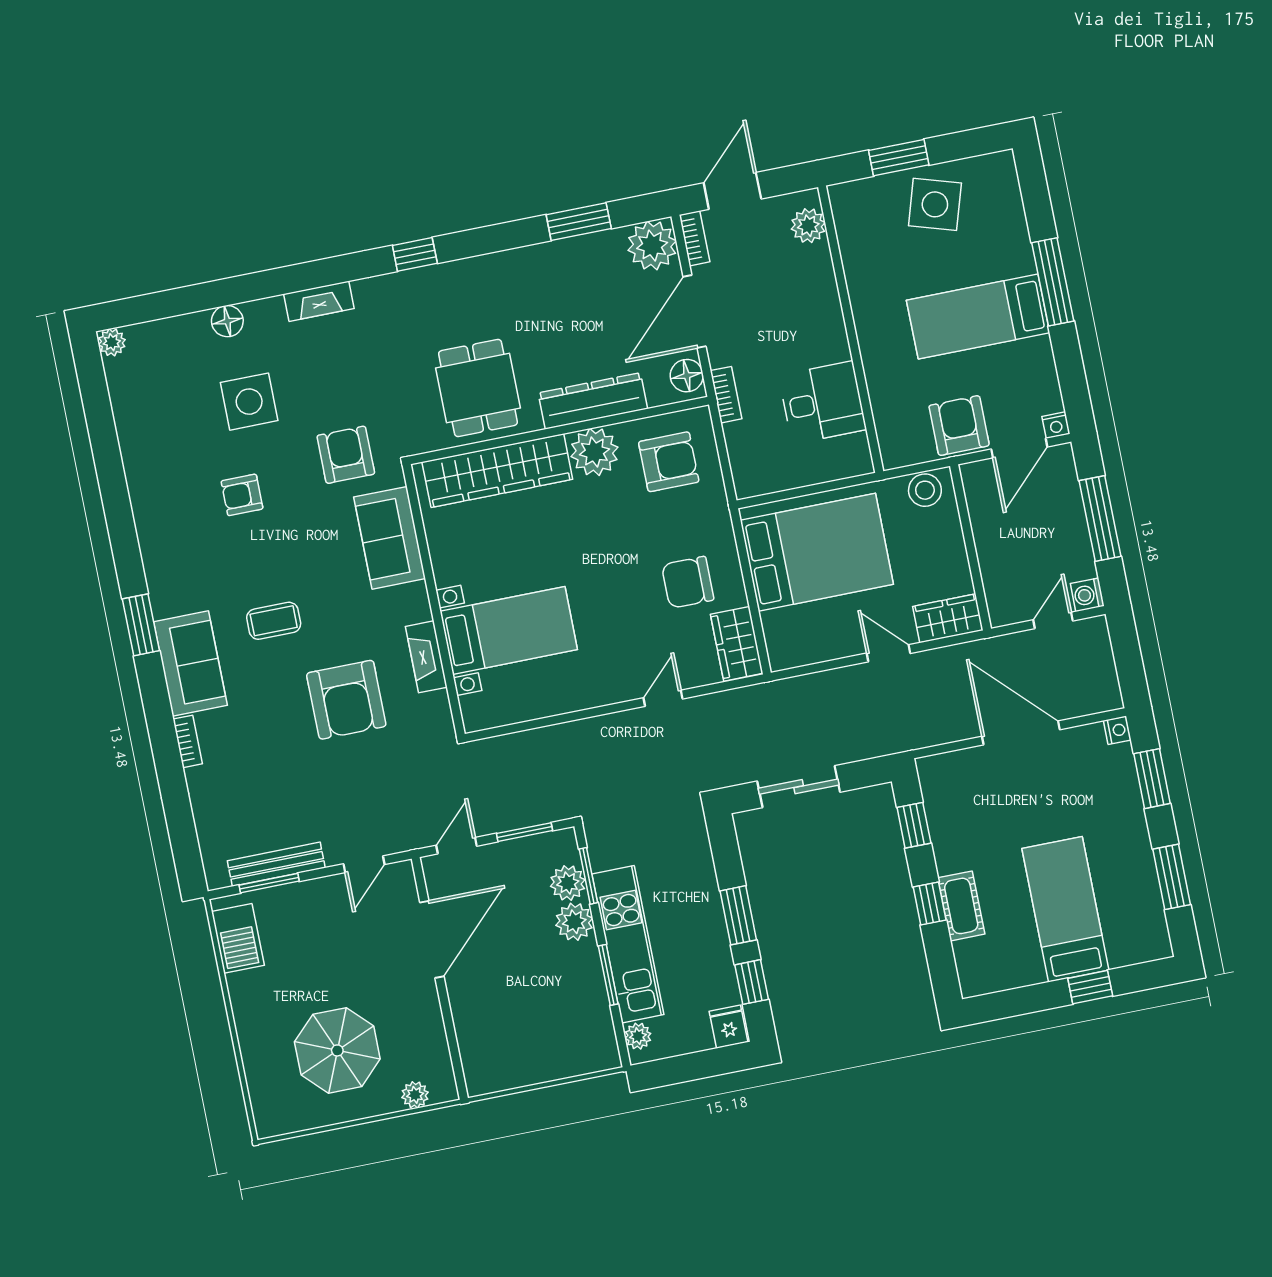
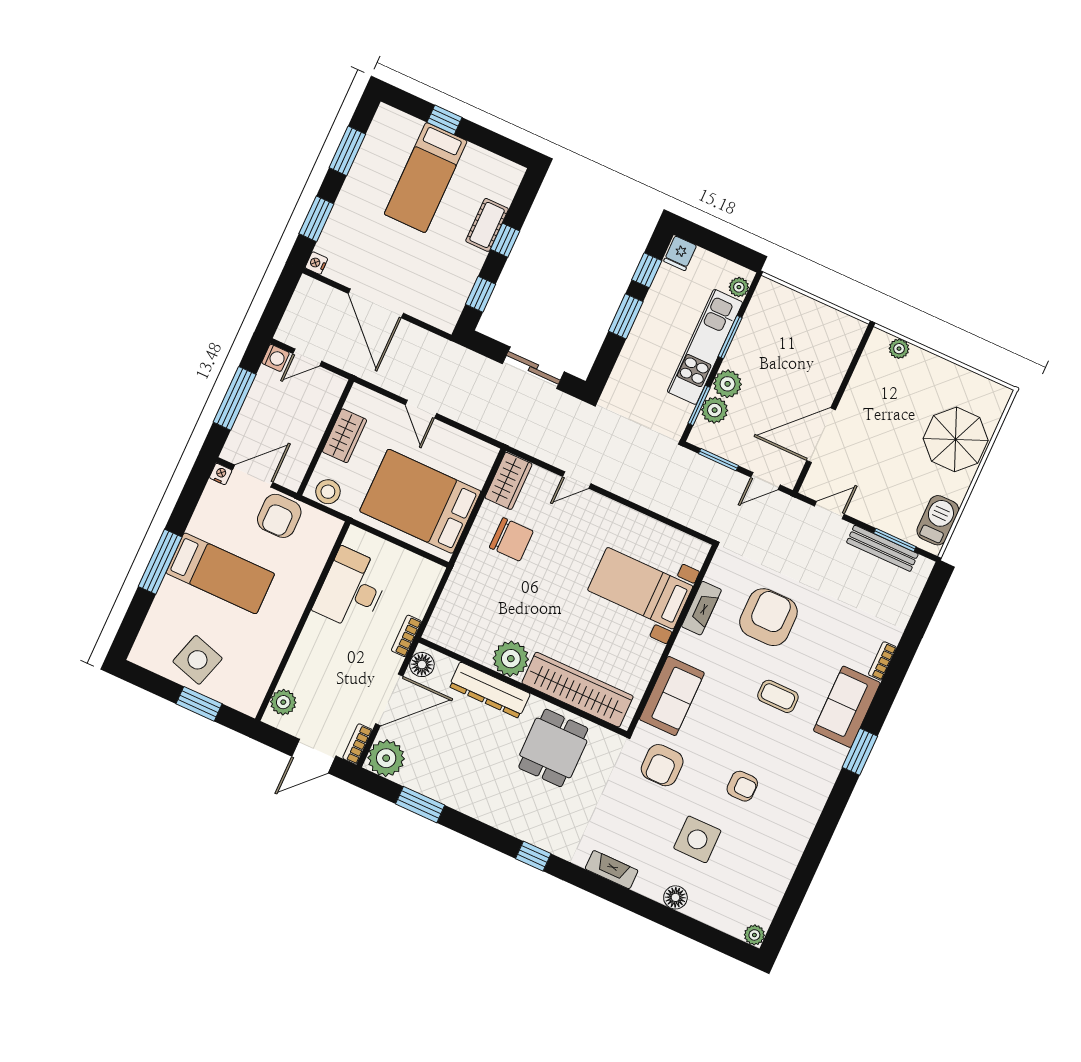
desk: (822, 403) -> (352, 589), width x1.37
armchair: (669, 462) -> (470, 620), removed
wardrobe: (948, 618) -> (345, 436), moved, turned -90
parasol: (337, 1050) -> (956, 439), moved

